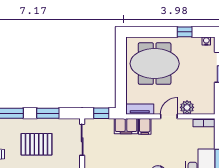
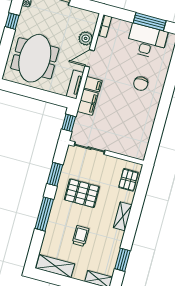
door: (169, 116) -> (89, 58), hinge flipped
pallet: (37, 144) -> (82, 193), turned 90

